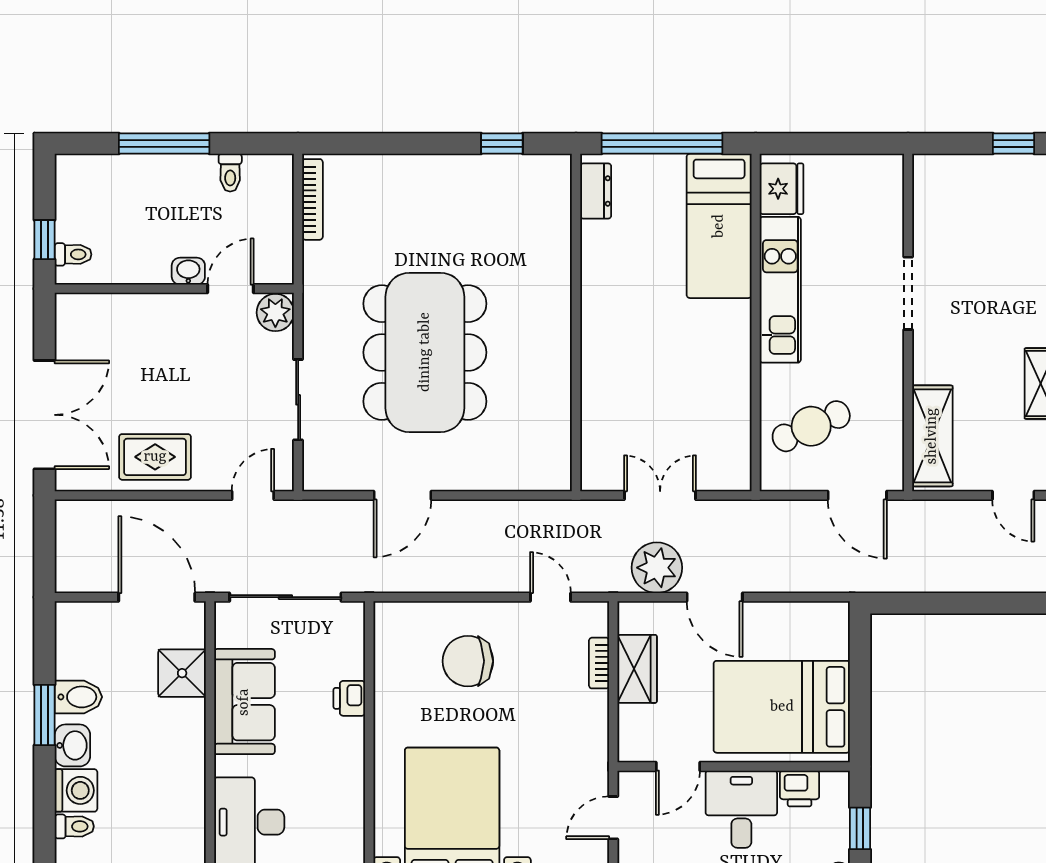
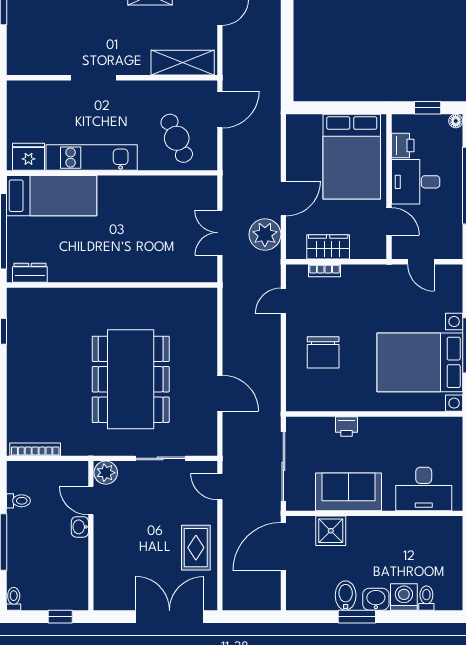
toilet: (73, 254) -> (14, 599), moved
dining table: (425, 352) -> (131, 379), turned 90

